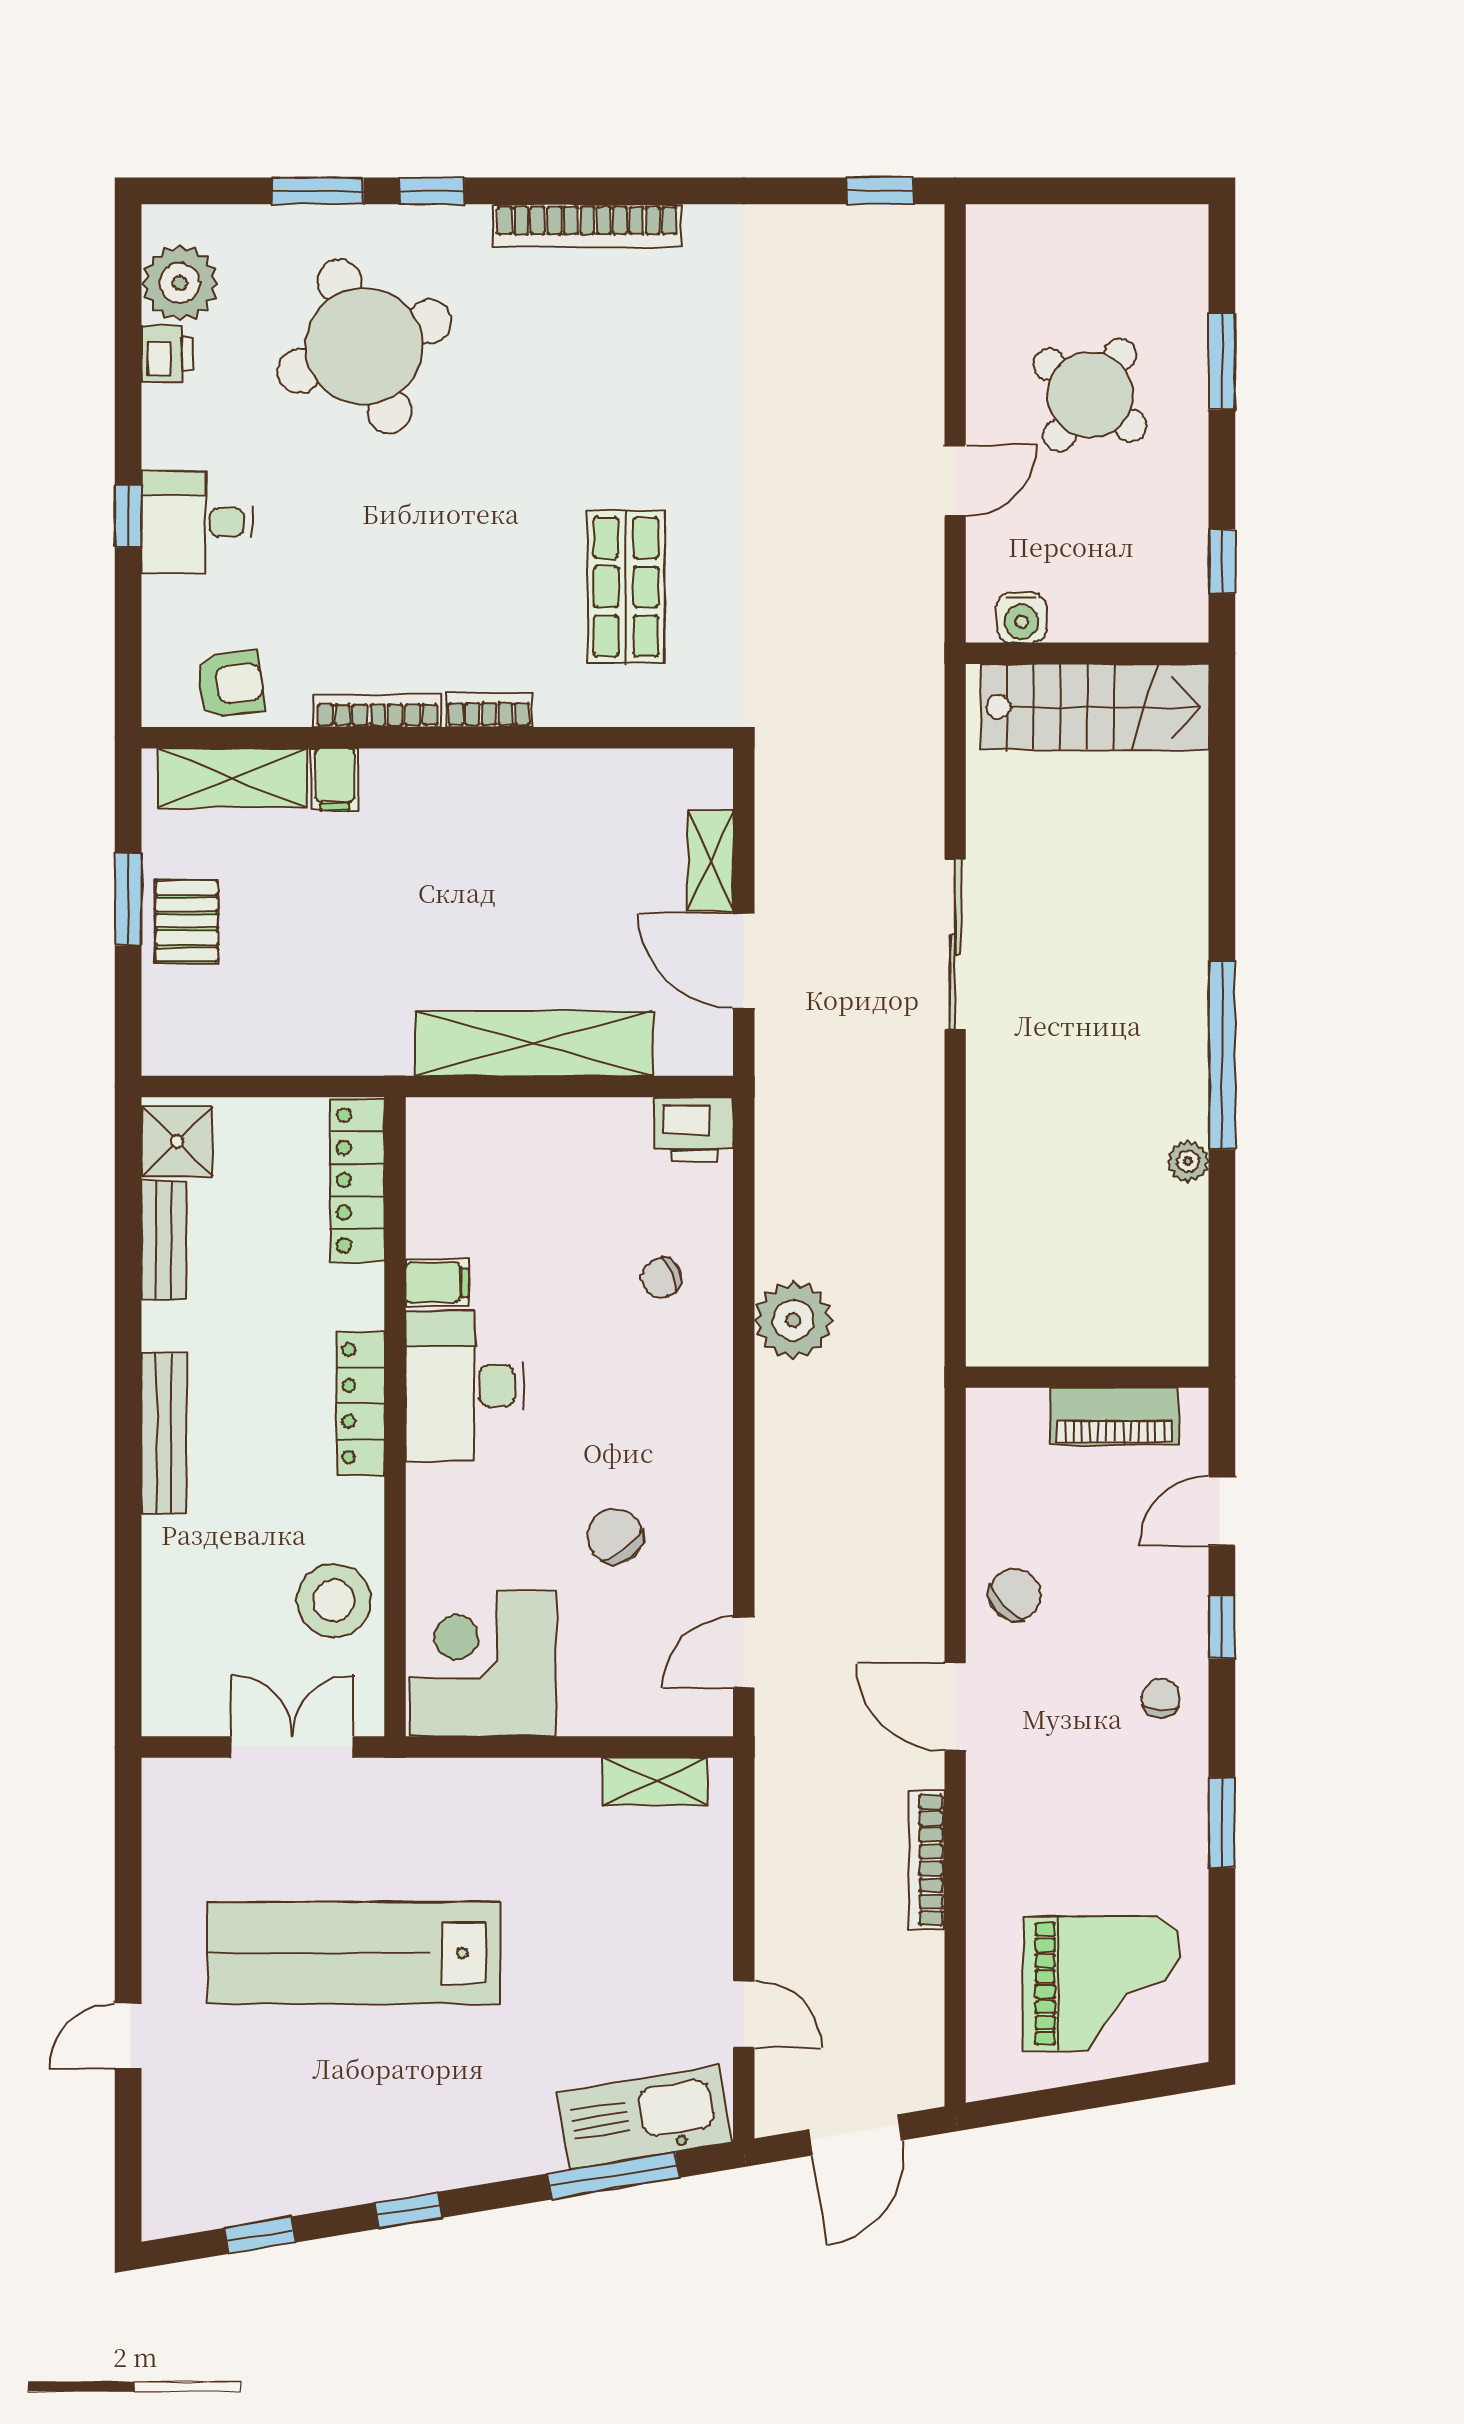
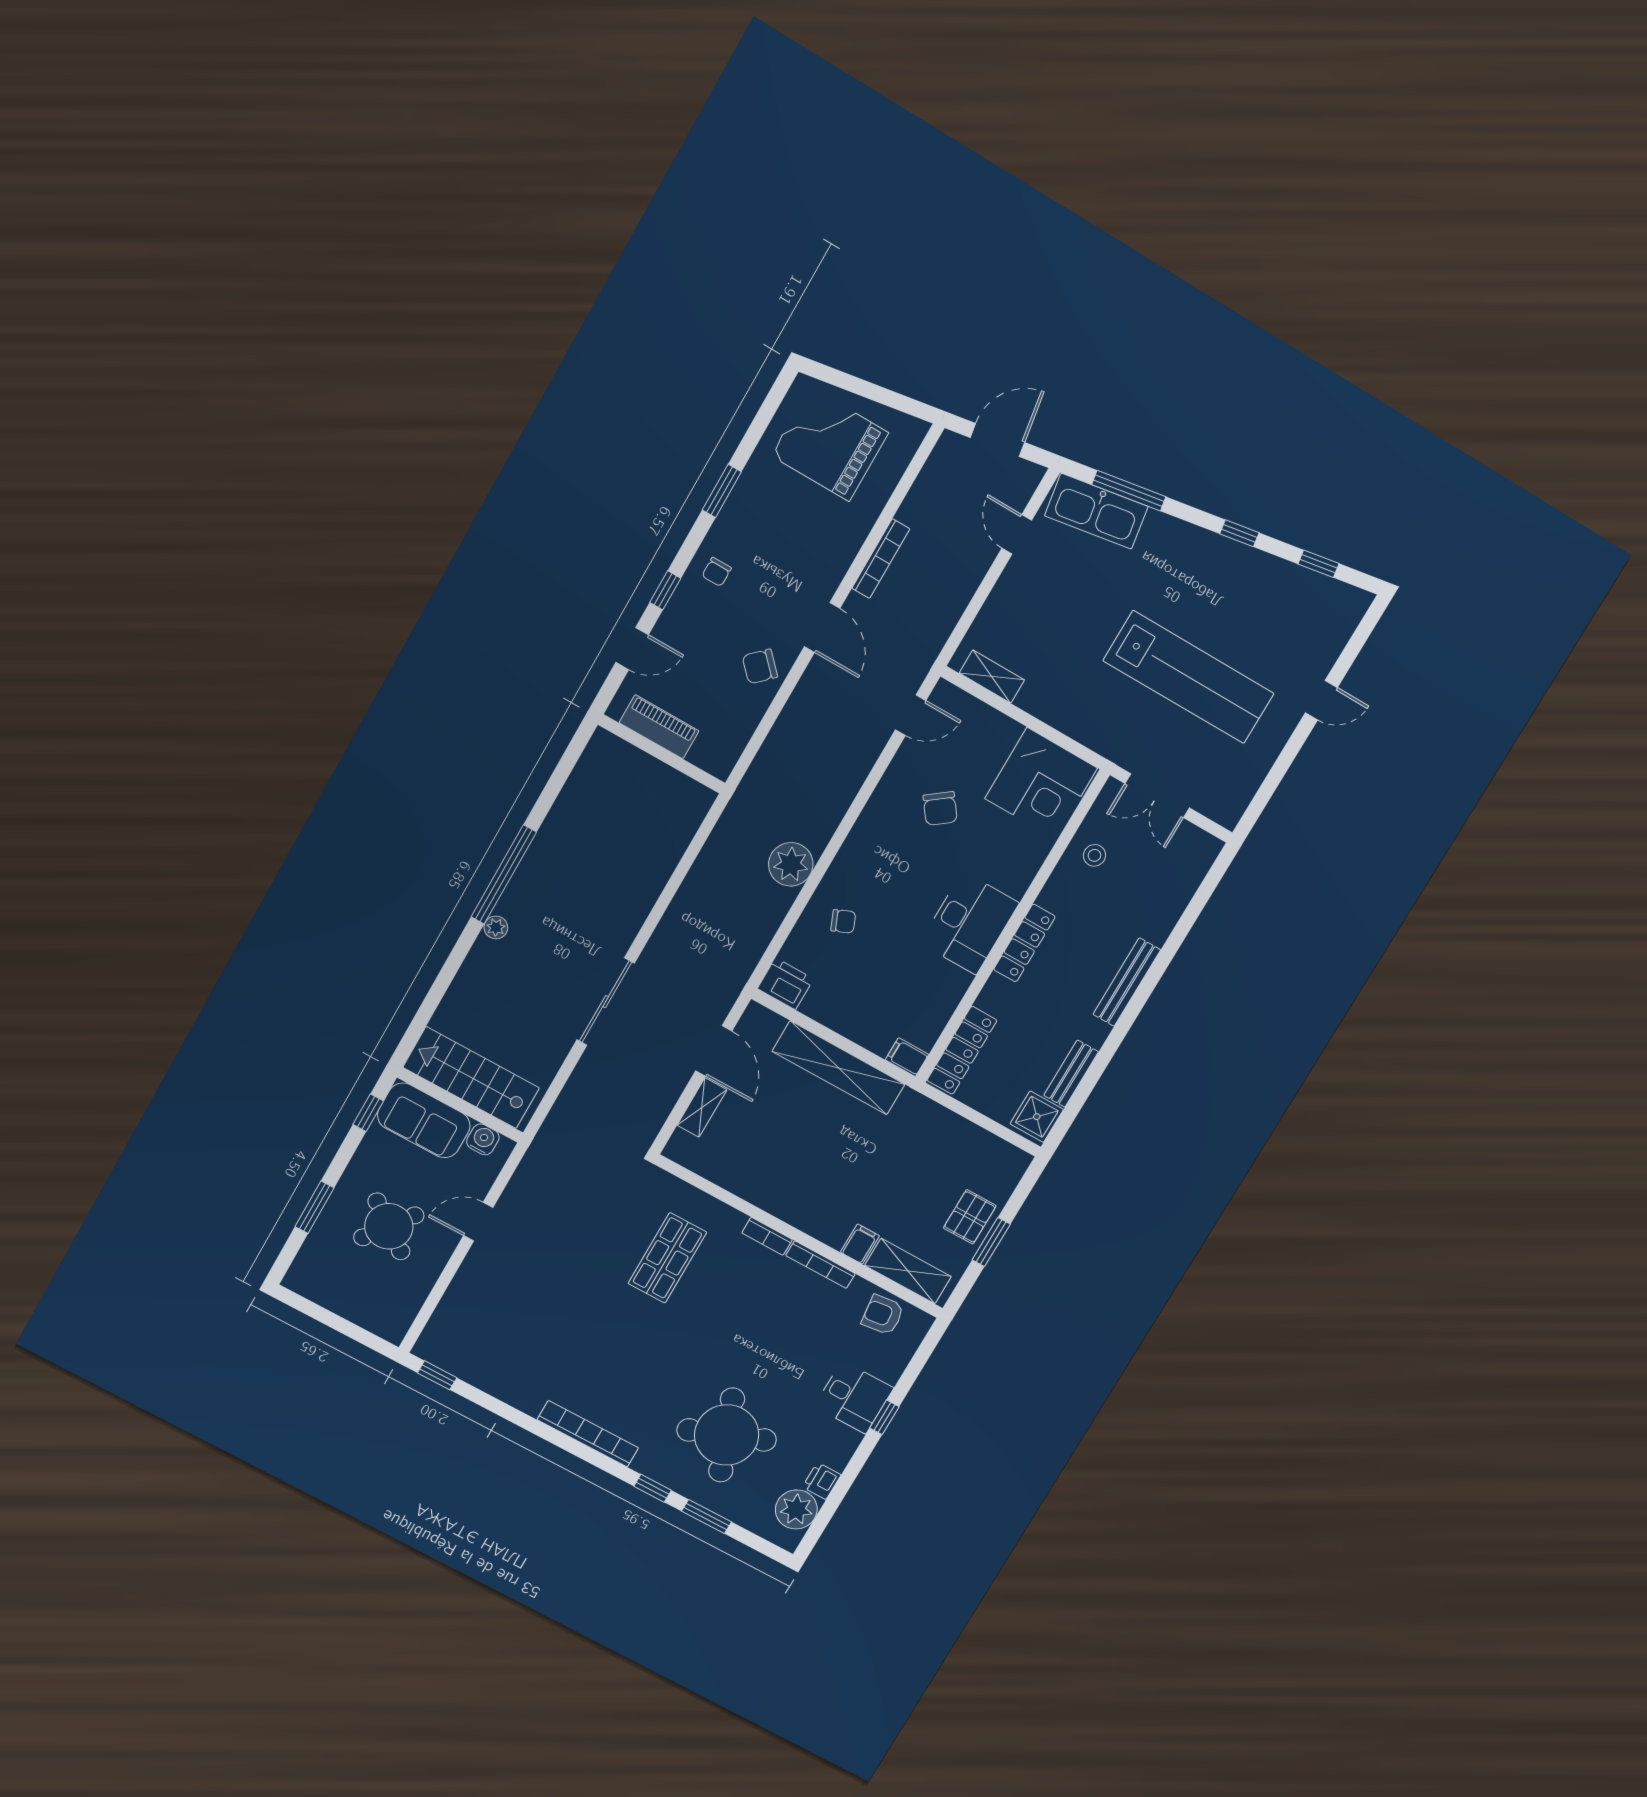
sofa: (1130, 597) -> (424, 1120), added
plant: (1188, 1161) -> (496, 927), moved
filing cabinet: (437, 1283) -> (907, 1057), moved
stool: (334, 1600) -> (1094, 855), width x0.53, depth x0.53

